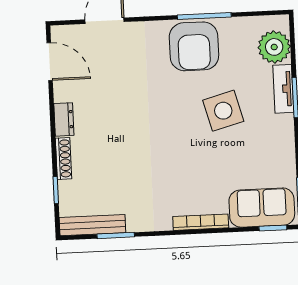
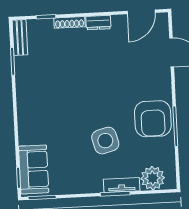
armchair: (194, 46) -> (153, 119), turned -90
bookcase: (201, 222) -> (23, 124), removed
bench: (92, 225) -> (20, 38), width x0.73

